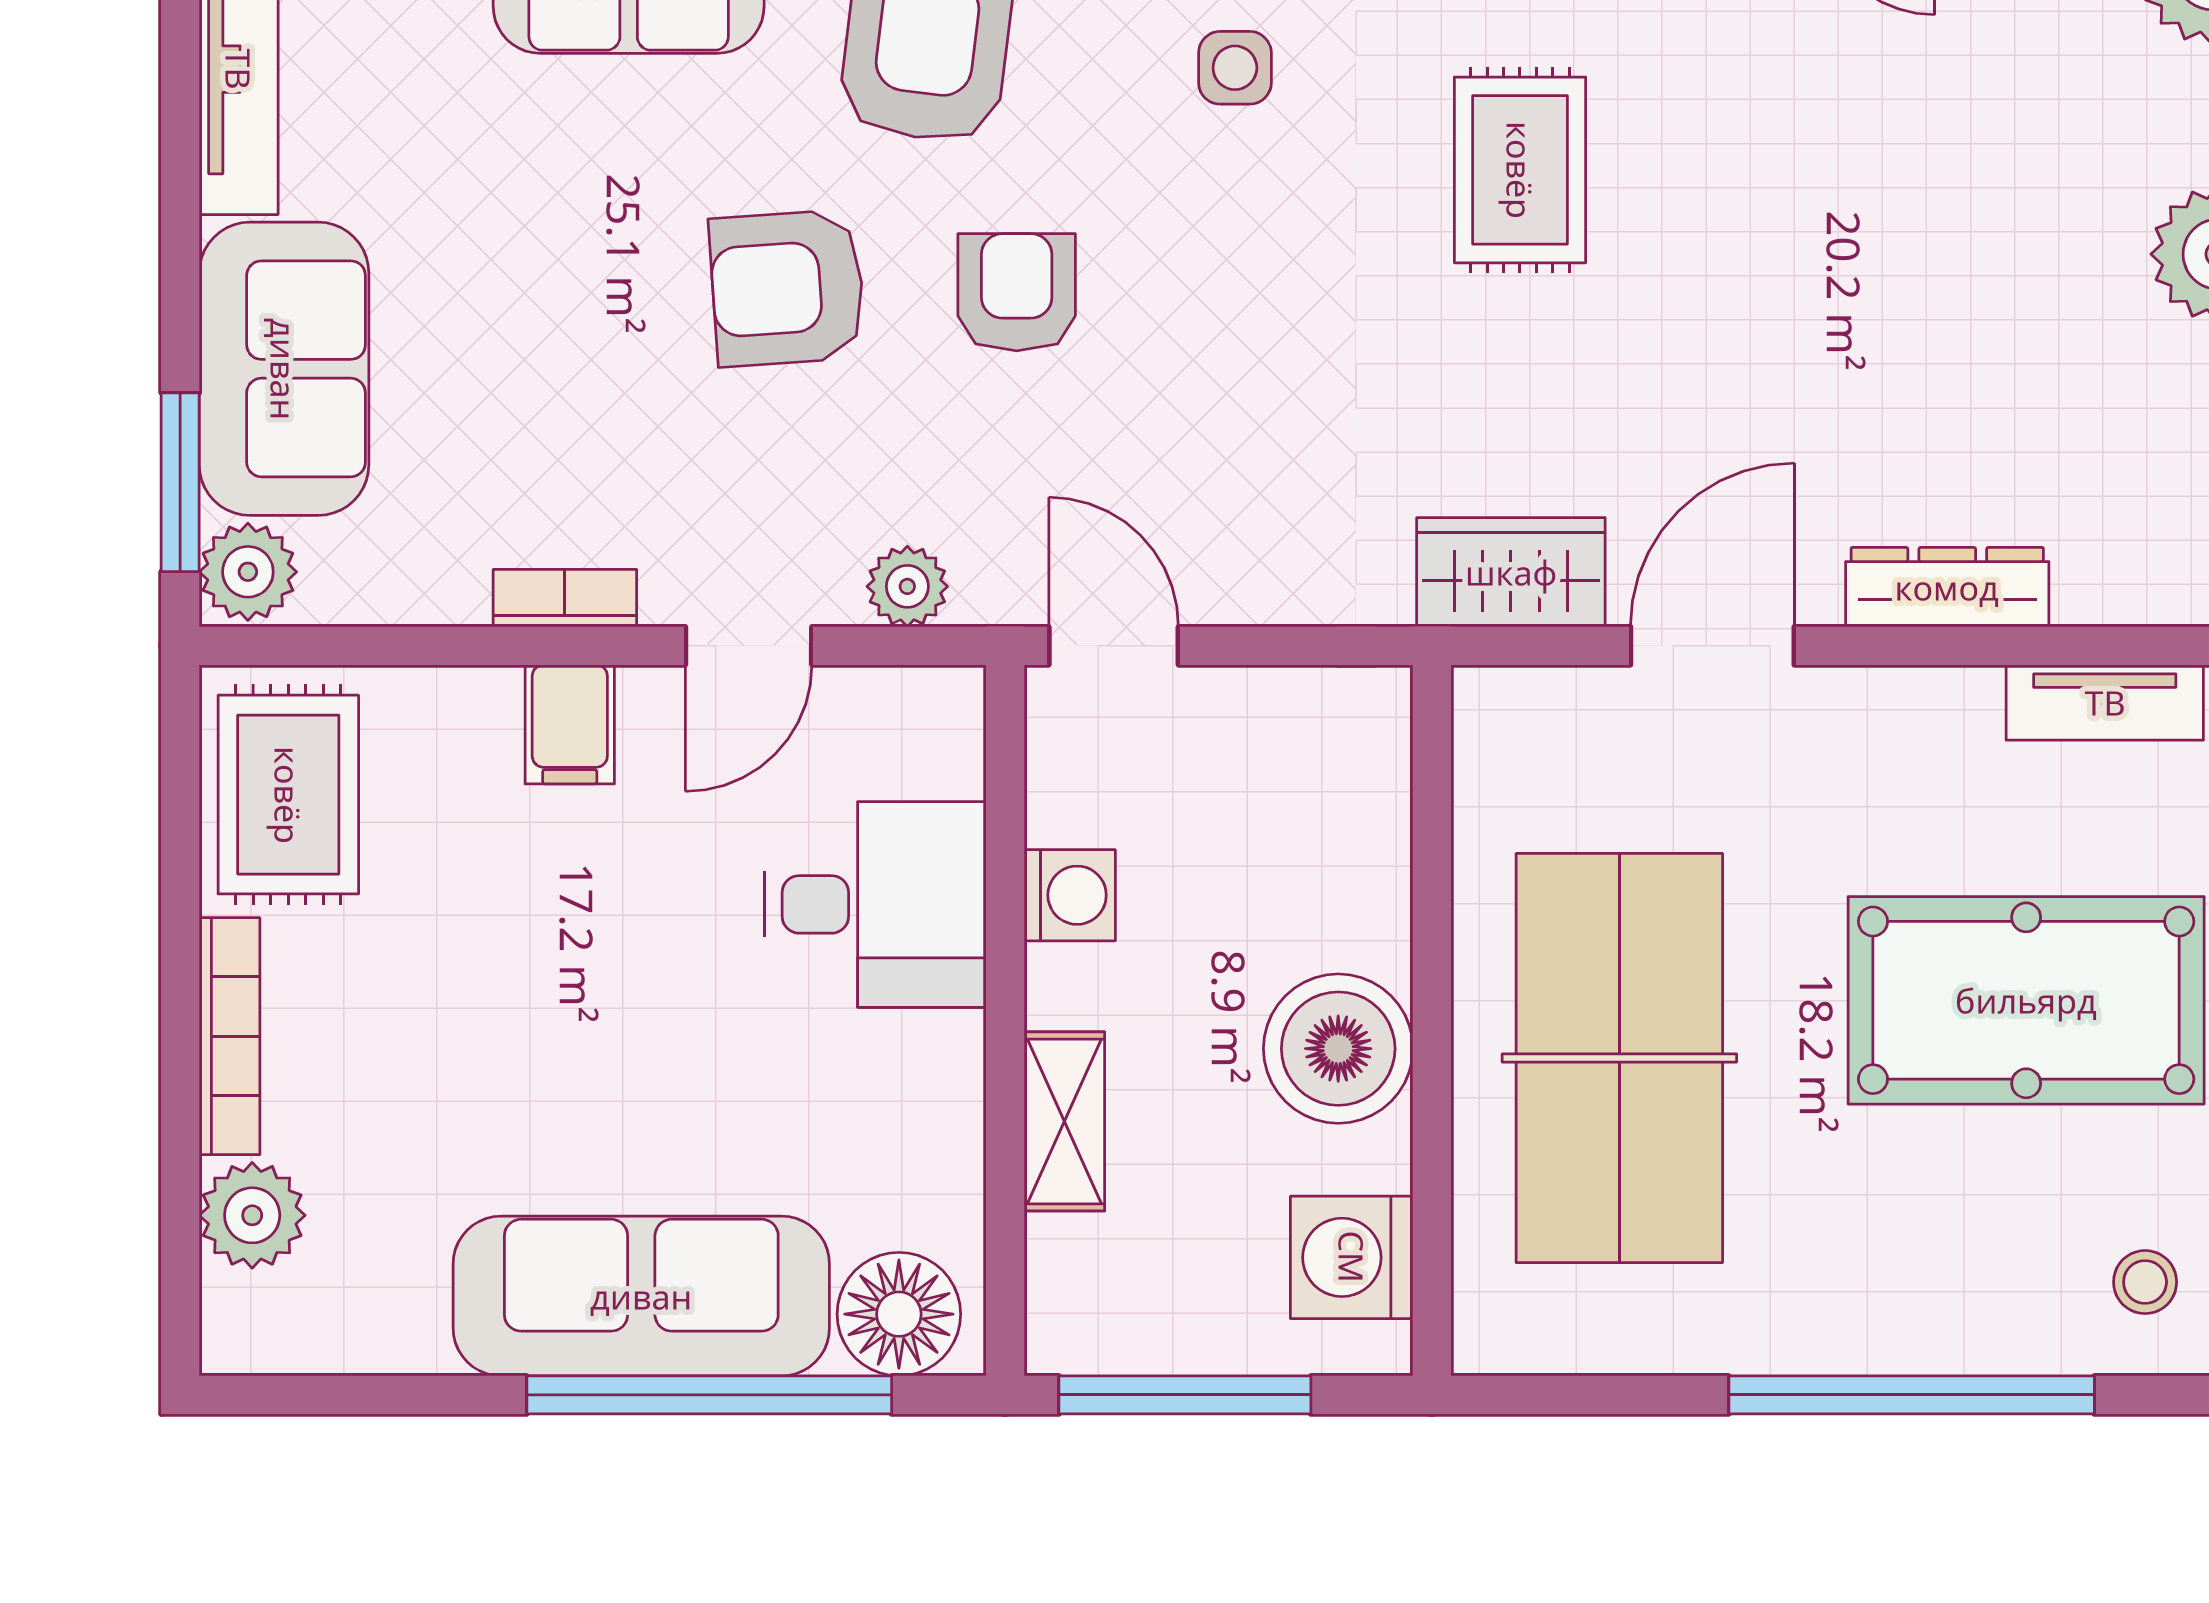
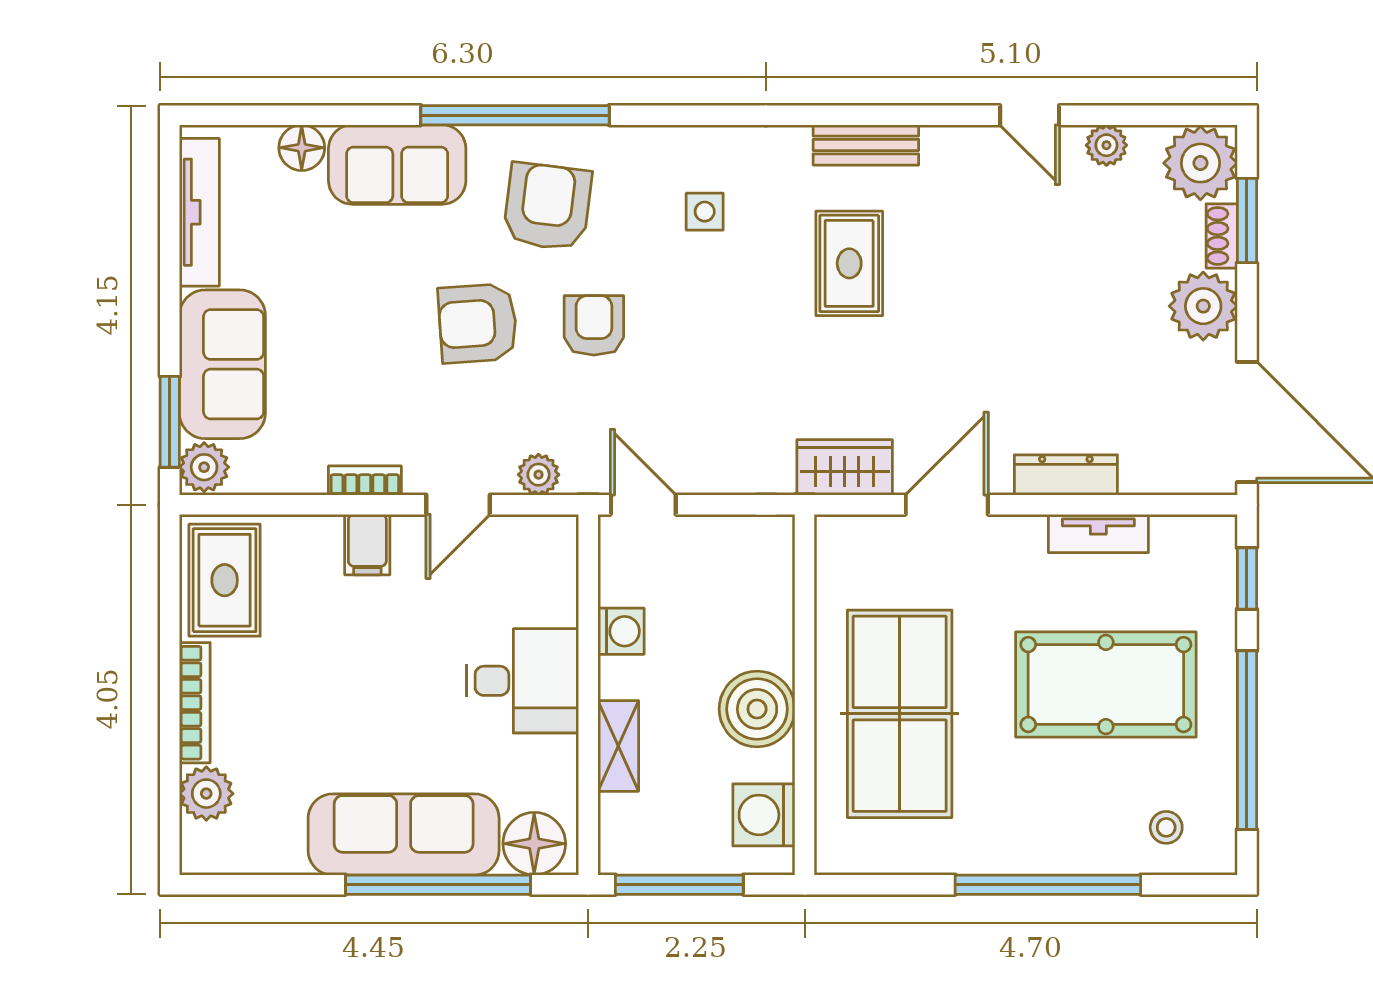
tv unit: (2105, 702) -> (1098, 533), moved
desk: (875, 904) -> (522, 681), moved

